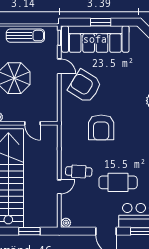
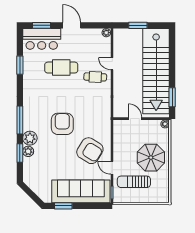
window: (101, 22) -> (63, 206), moved
sun lounger: (25, 36) -> (134, 182), moved
armchair: (101, 127) -> (62, 124), moved
door: (59, 187) -> (112, 64), hinge flipped

